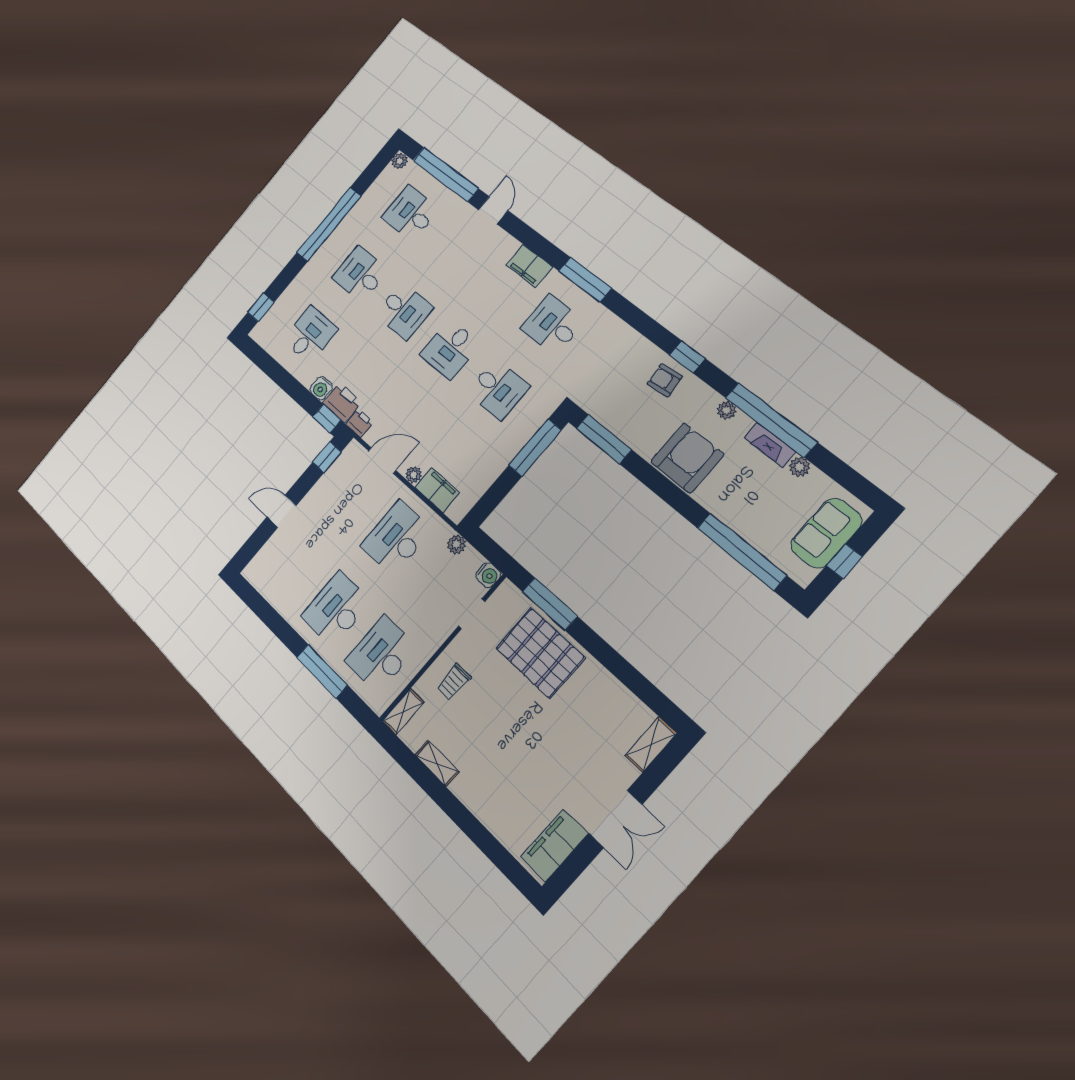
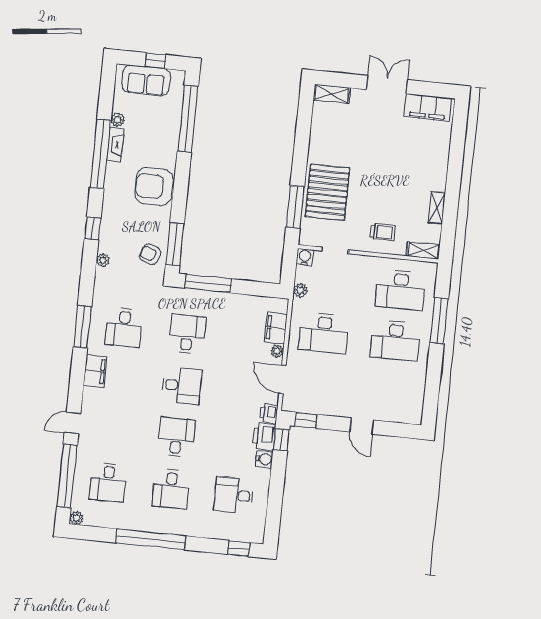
armchair: (665, 380) -> (150, 254), moved, turned 116
plant: (727, 410) -> (103, 260), moved

